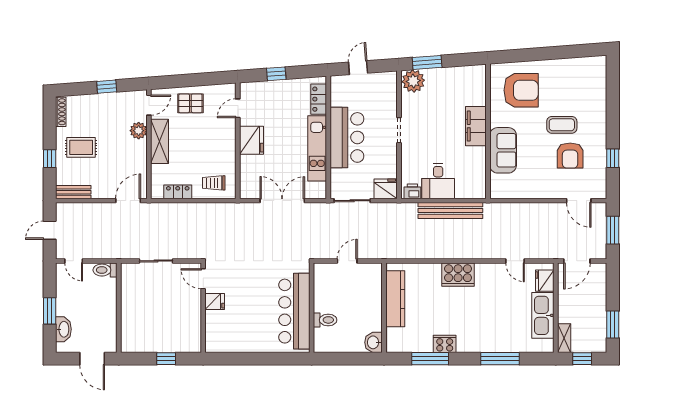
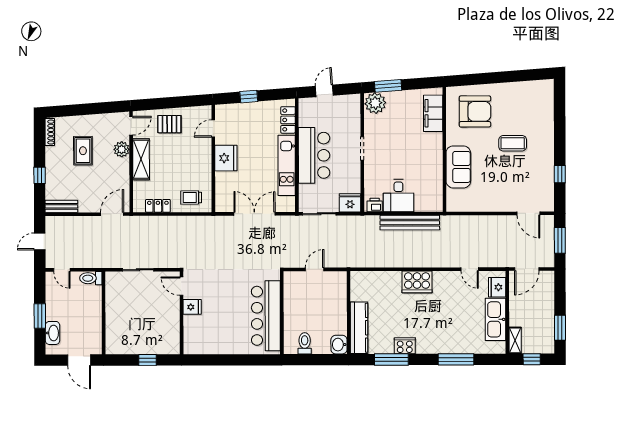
window: (107, 87) -> (92, 109), removed
filing cabinet: (476, 126) -> (433, 113), moved
rug: (81, 147) -> (83, 151), moved, turned 90
armchair: (570, 156) -> (520, 172), removed
kitchen counter: (395, 299) -> (359, 328), moved
toilet: (325, 320) -> (305, 343), moved, turned -90

